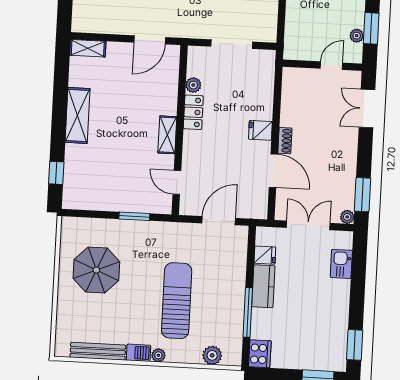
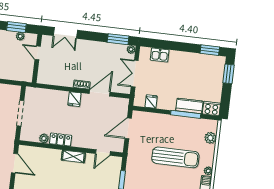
door: (219, 221) -> (128, 128), hinge flipped
kitchen counter: (263, 286) -> (189, 106), moved
sun lounger: (177, 301) -> (175, 157), turned 180

